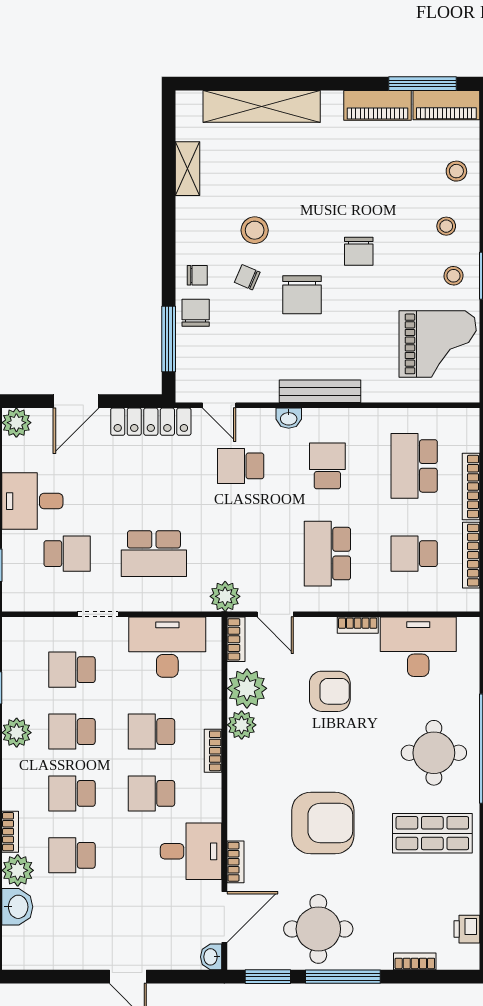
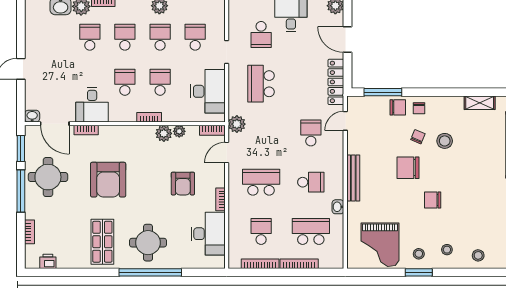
washbasin: (289, 418) -> (338, 207), moved
plant: (247, 688) -> (179, 131), width x0.53, depth x0.53

